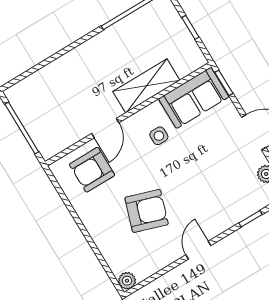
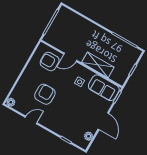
armchair: (147, 211) -> (45, 94), turned -108
door: (198, 250) -> (31, 120), moved

